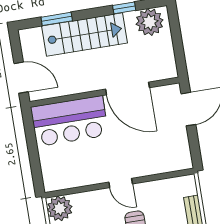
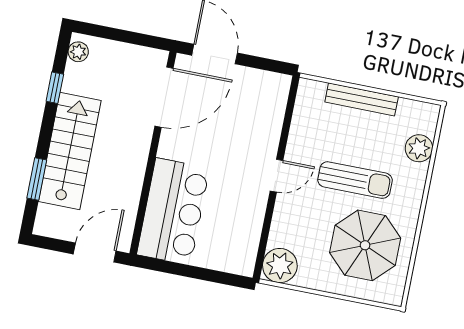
plant: (150, 22) -> (78, 52), width x0.53, depth x0.53
door: (128, 88) -> (164, 97), moved

